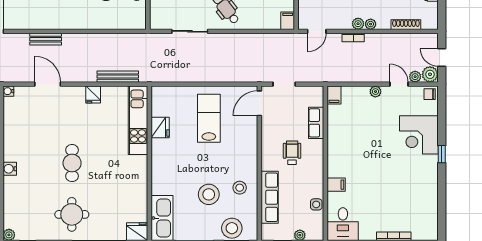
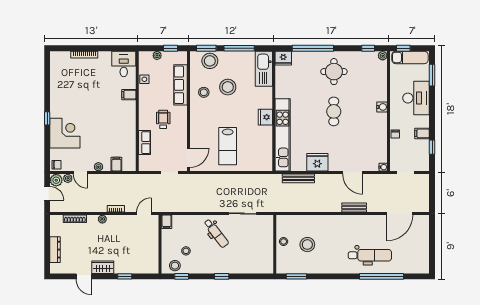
plant: (358, 24) -> (112, 219), removed
fridge: (93, 95) -> (317, 162), width x1.88, depth x1.34
filing cabinet: (334, 95) -> (116, 164), moved
kitchen unit: (138, 120) -> (283, 135), width x1.36
fridge: (160, 128) -> (265, 117), moved
wheelchair: (292, 153) -> (163, 119), turned 180

